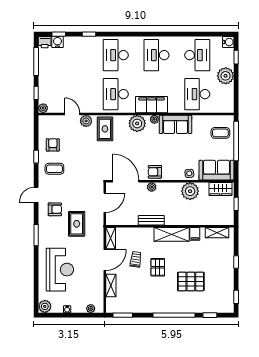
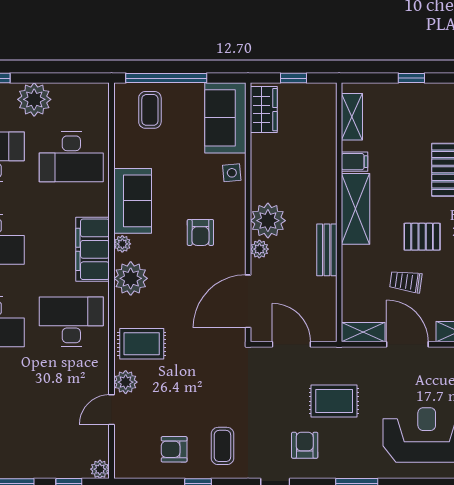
desk: (116, 94) -> (71, 322), turned 180
armchair: (155, 172) -> (200, 232), moved
plant: (190, 191) -> (268, 221), moved

